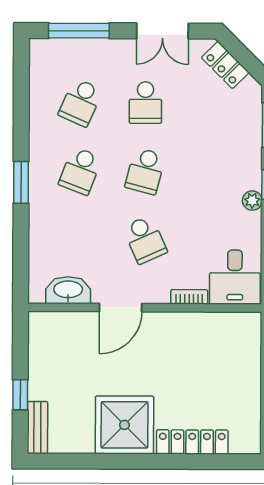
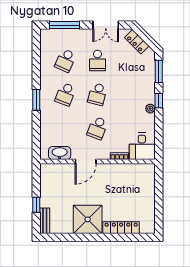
school desk: (145, 240) -> (97, 128), turned 45

